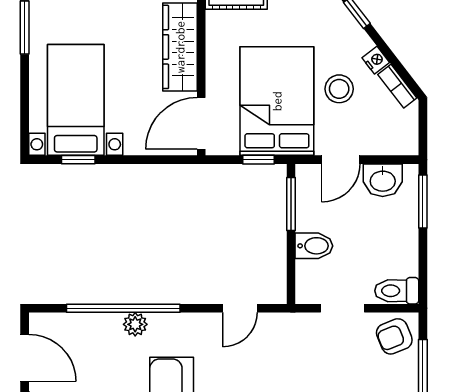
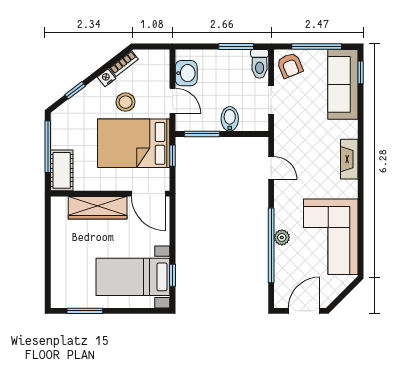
window: (423, 201) -> (236, 46), moved

